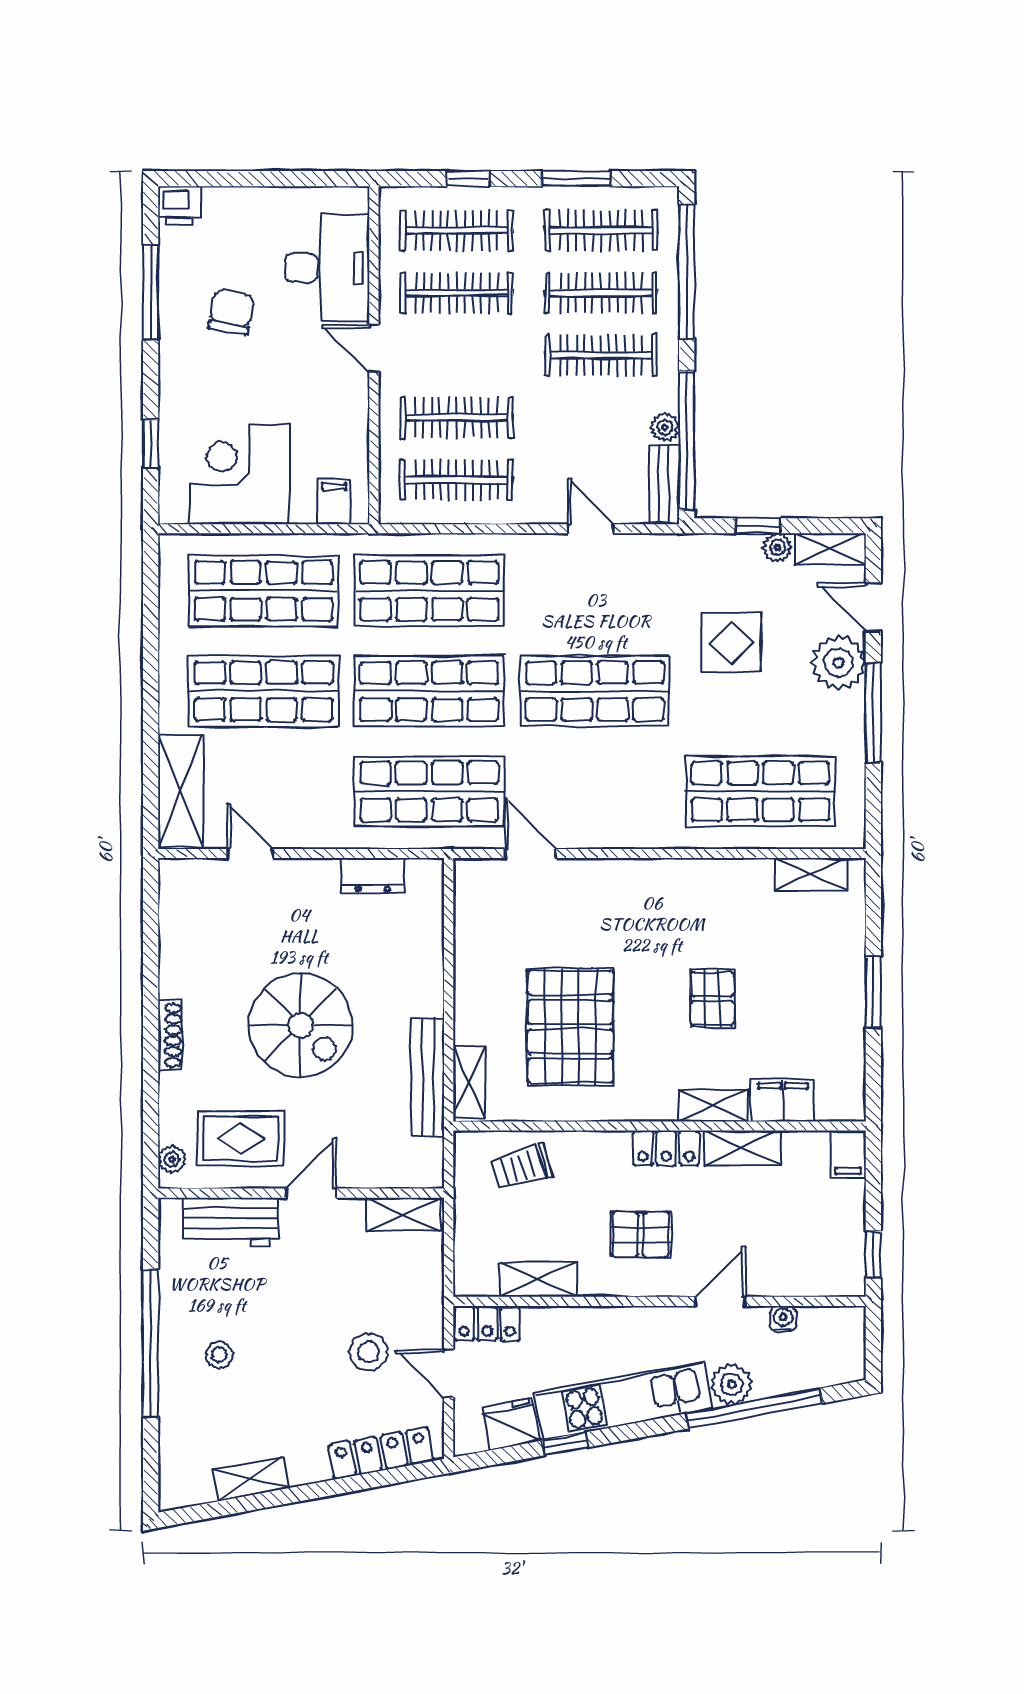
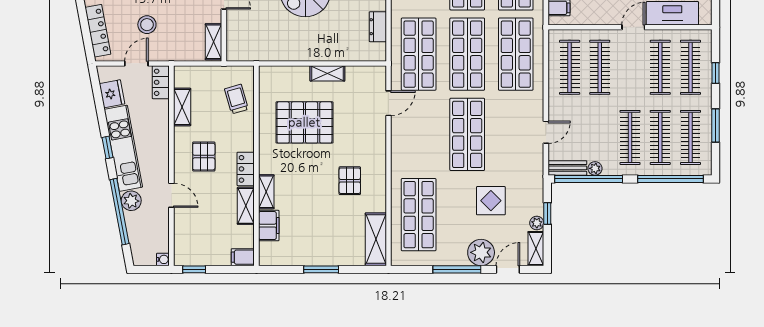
shelving: (811, 874) -> (376, 239), width x1.50, depth x1.33
pallet: (712, 999) -> (350, 181), moved, turned 90
bench: (427, 1077) -> (280, 53), removed
shelving: (469, 1082) -> (327, 73), moved
water cooler: (783, 1319) -> (163, 259), moved
window: (565, 1444) -> (107, 147), moved

